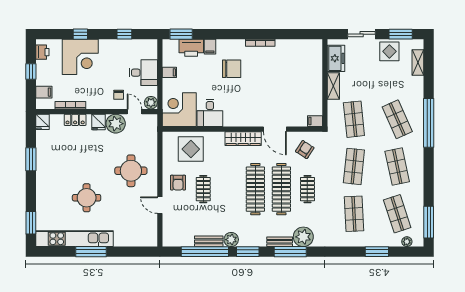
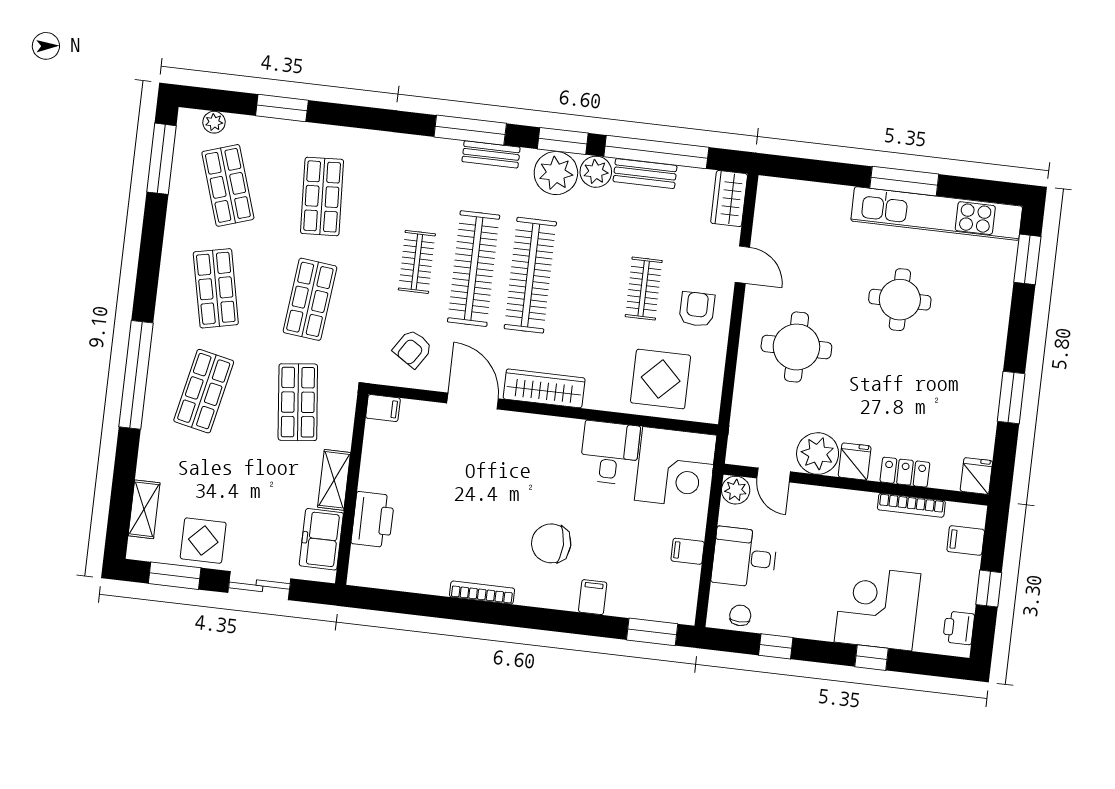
printer: (191, 48) -> (373, 520), moved, turned 90
chair: (119, 95) -> (740, 615), moved
shop shelf: (397, 119) -> (204, 391), turned 36
wardrobe: (169, 234) -> (729, 199), added
plant: (303, 237) -> (556, 173), moved

